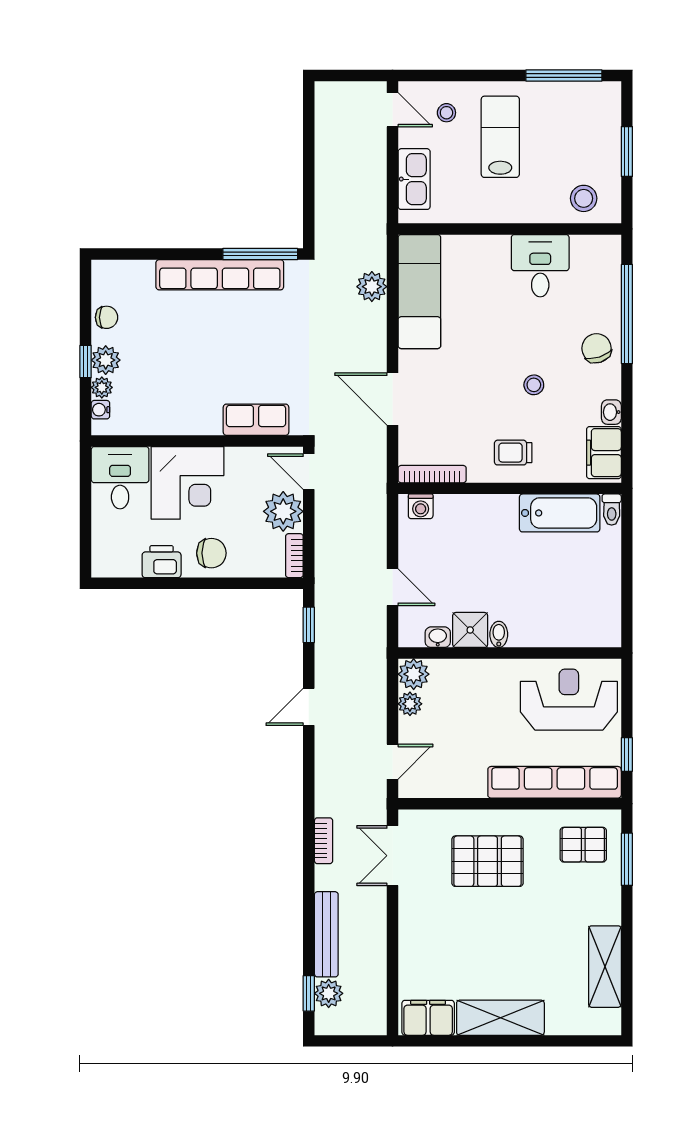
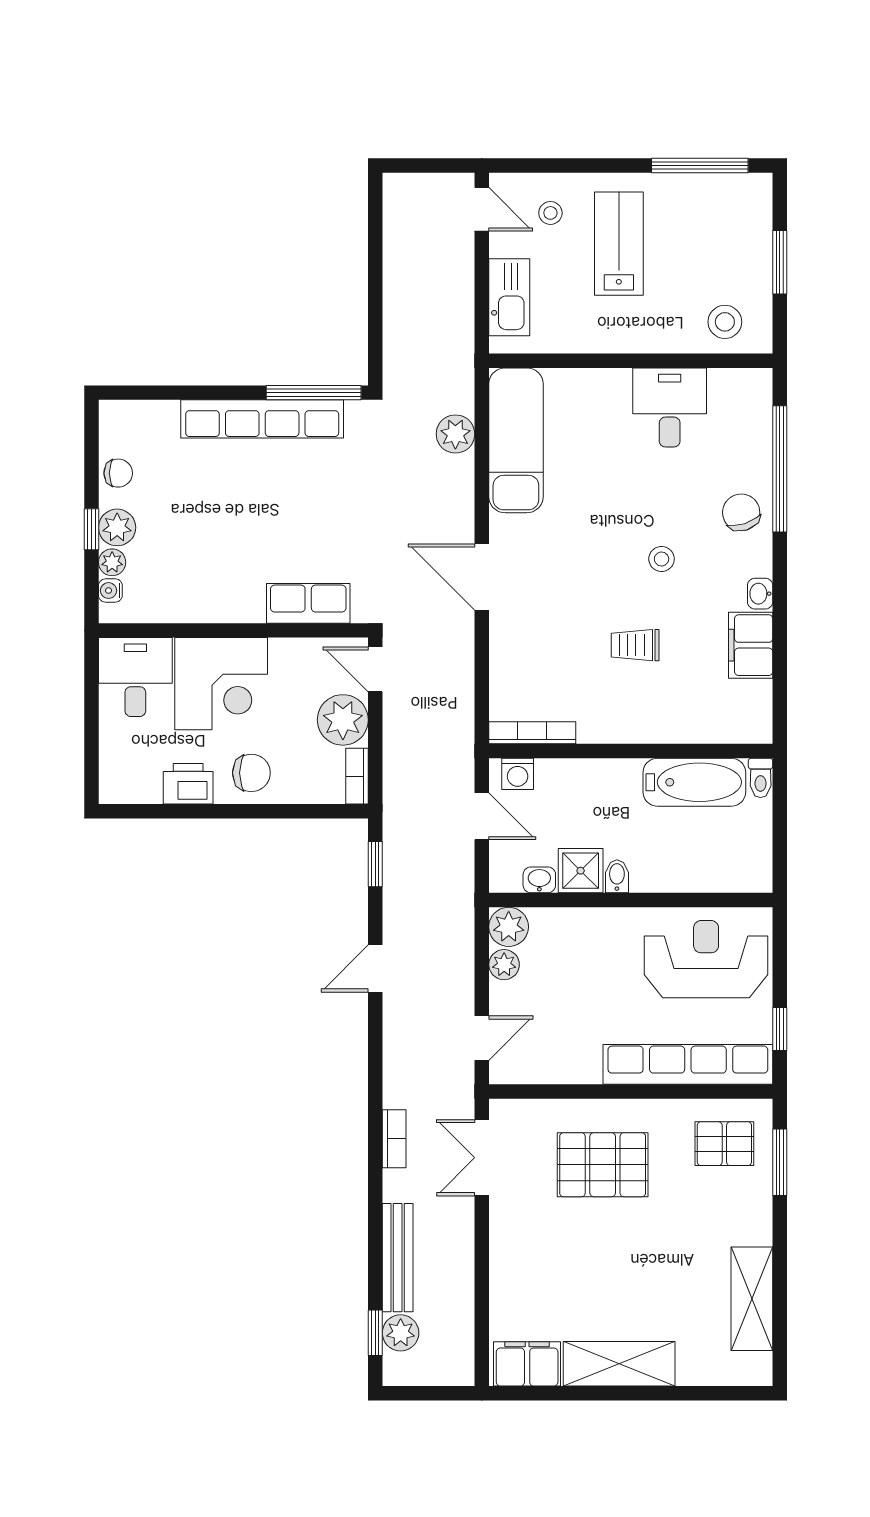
bookcase: (432, 474) -> (532, 733), moved
wall: (510, 488) -> (631, 751), moved
washing machine: (421, 506) -> (518, 774), moved
toilet: (612, 510) -> (761, 778), moved
bathtub: (560, 513) -> (694, 782), moved

